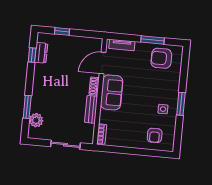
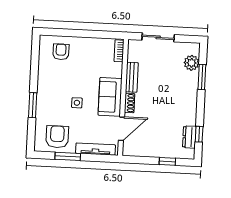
tv unit: (122, 45) -> (96, 149), width x1.41
armchair: (161, 58) -> (57, 137), turned -90
window: (181, 104) -> (33, 105), moved
side table: (163, 109) -> (77, 103), moved

